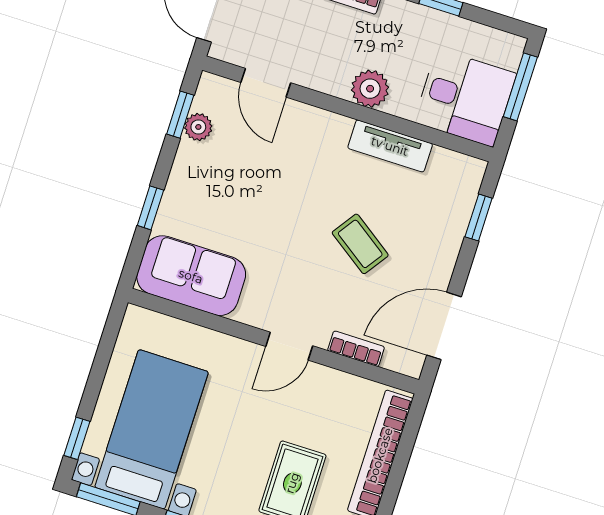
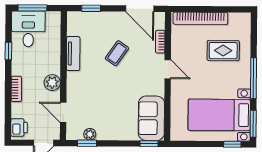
door: (266, 83) -> (63, 112), swing flipped
plant: (370, 89) -> (52, 83), moved
desk: (465, 98) -> (28, 29), moved
window: (150, 208) -> (149, 144), moved

